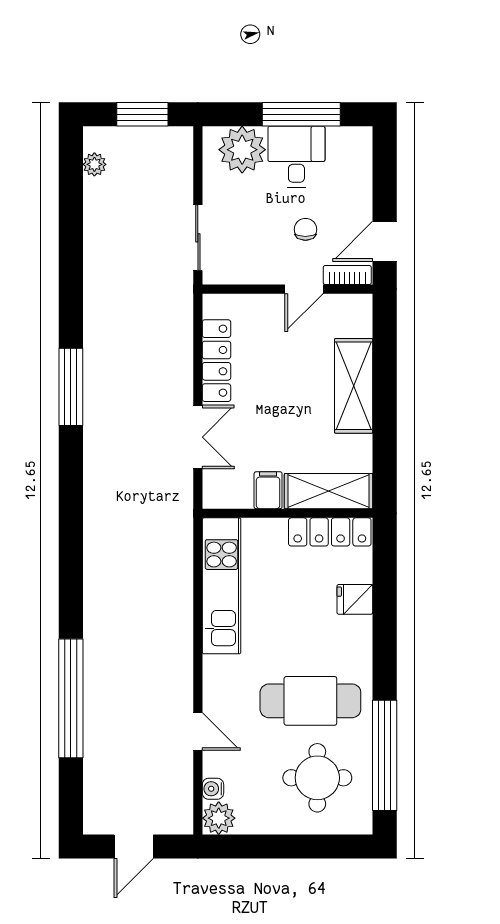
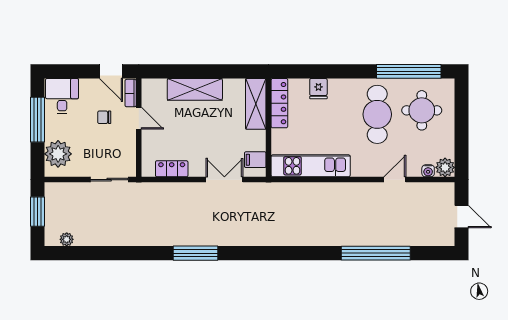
desk: (296, 157) -> (62, 96), moved, turned 90
locker: (216, 361) -> (172, 169), width x0.66
filing cabinet: (268, 490) -> (255, 160), moved

